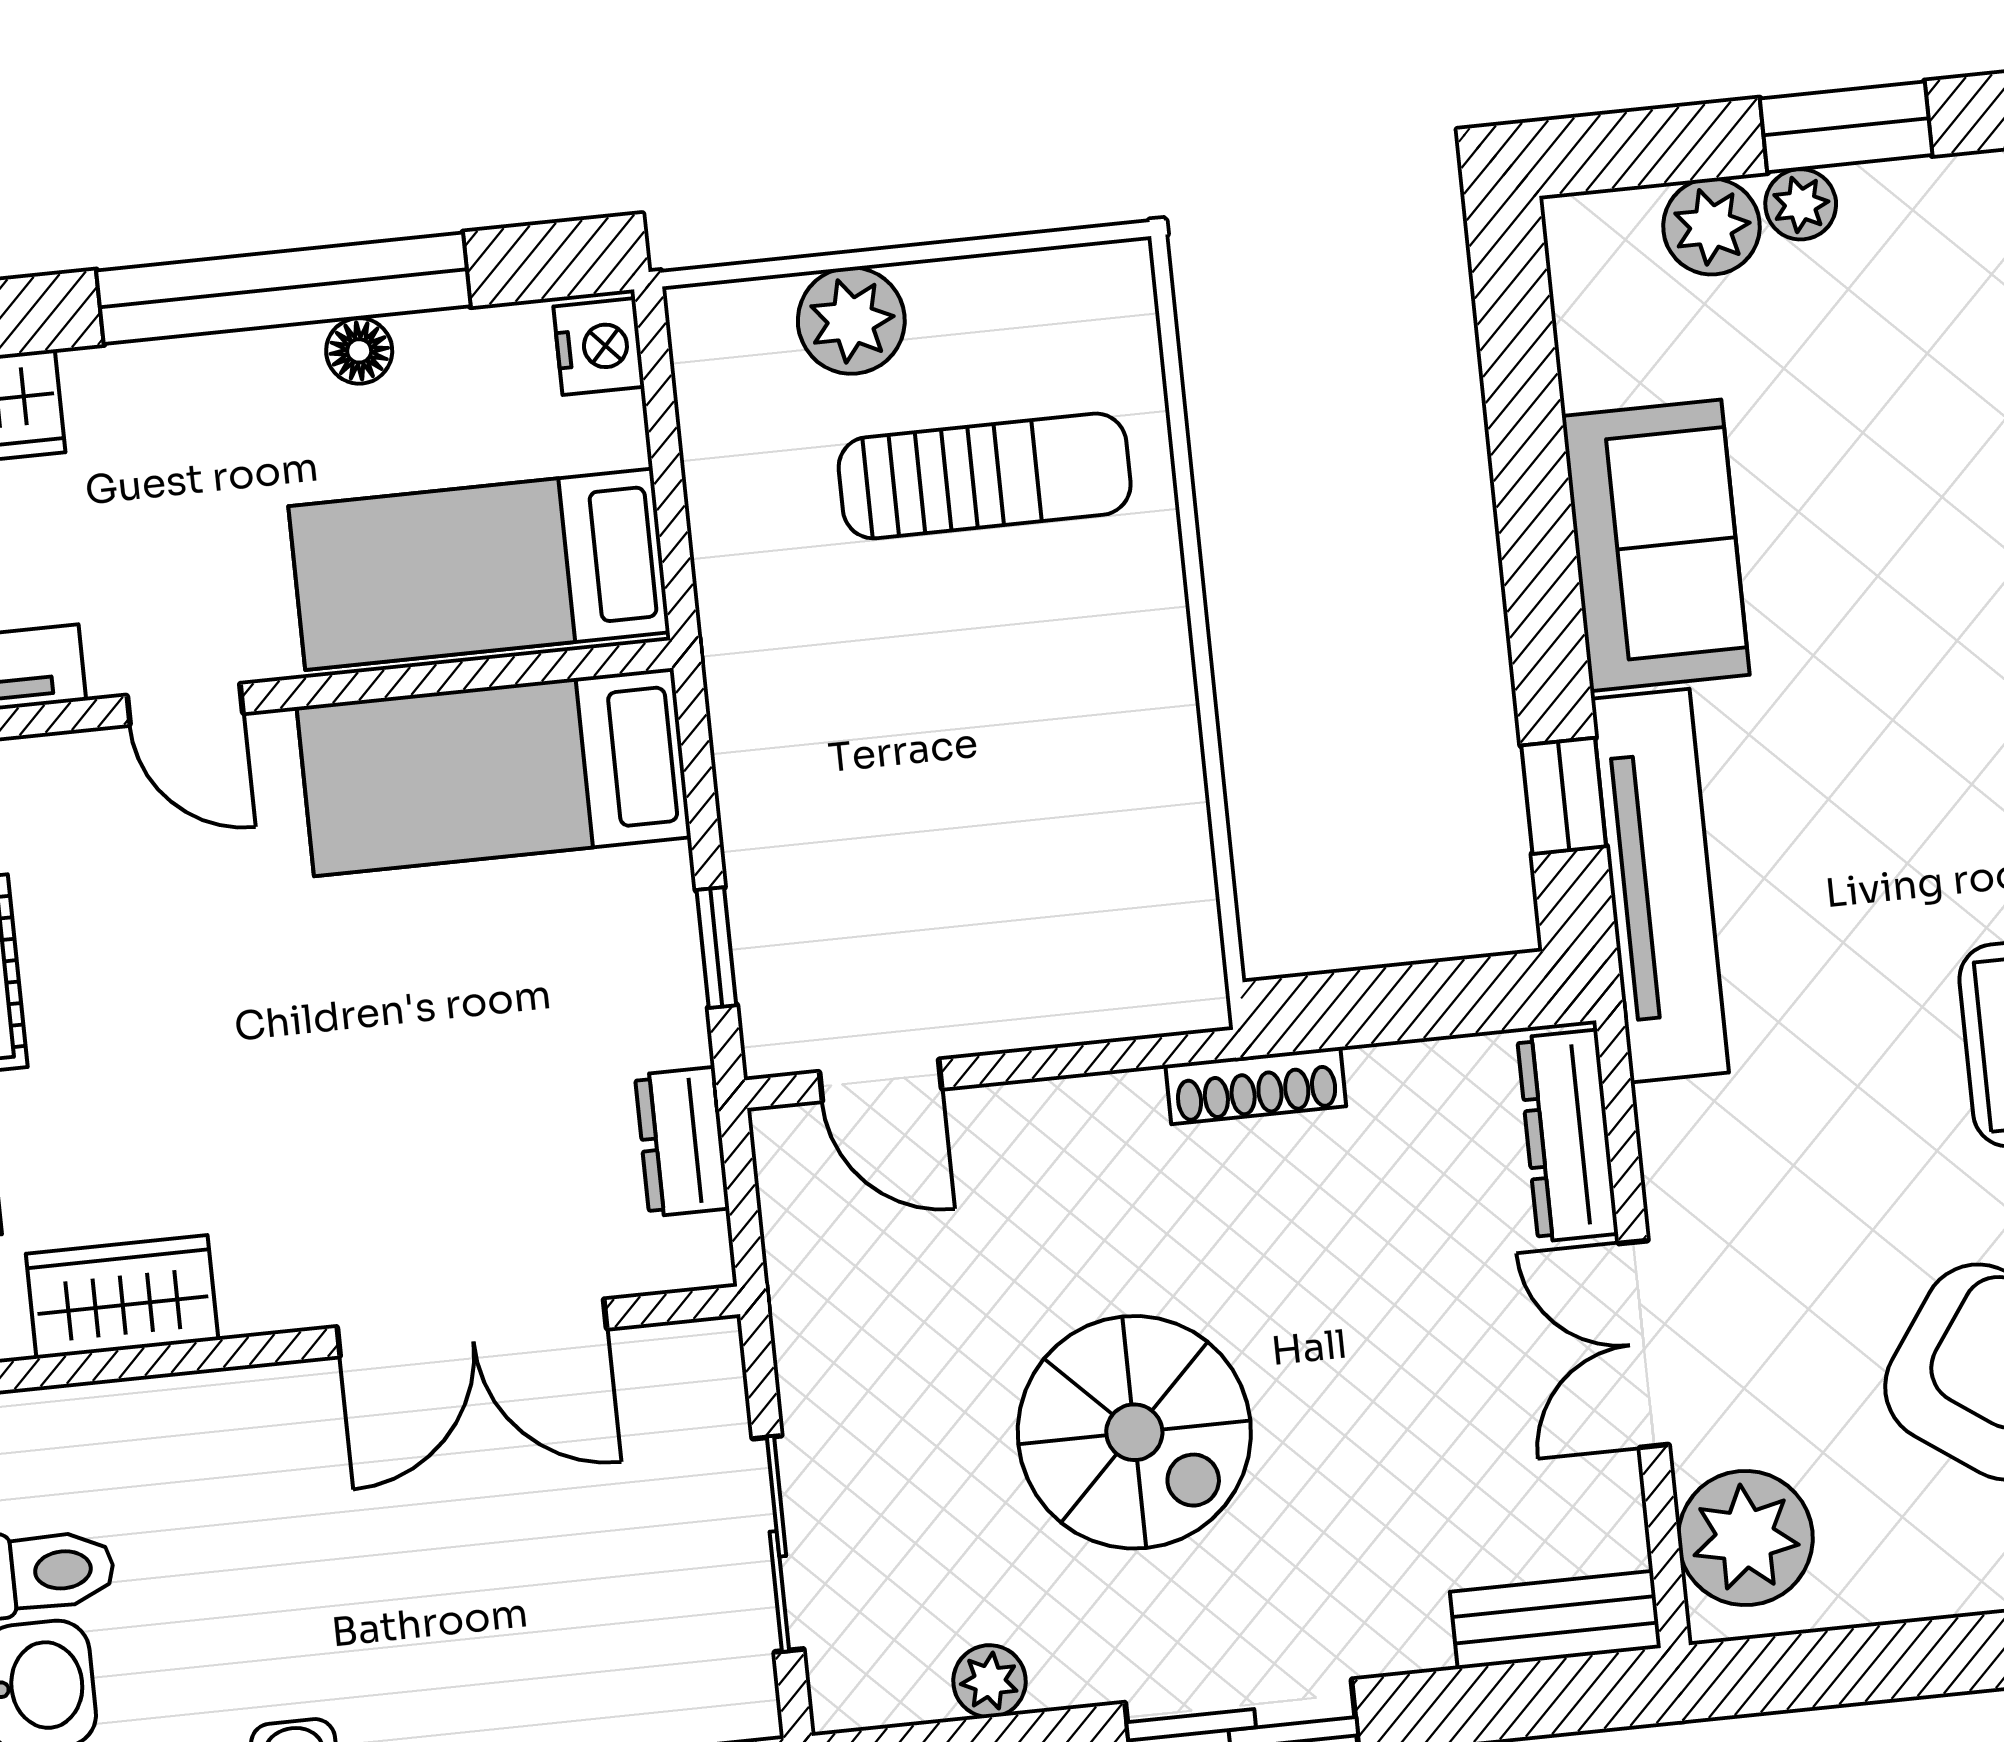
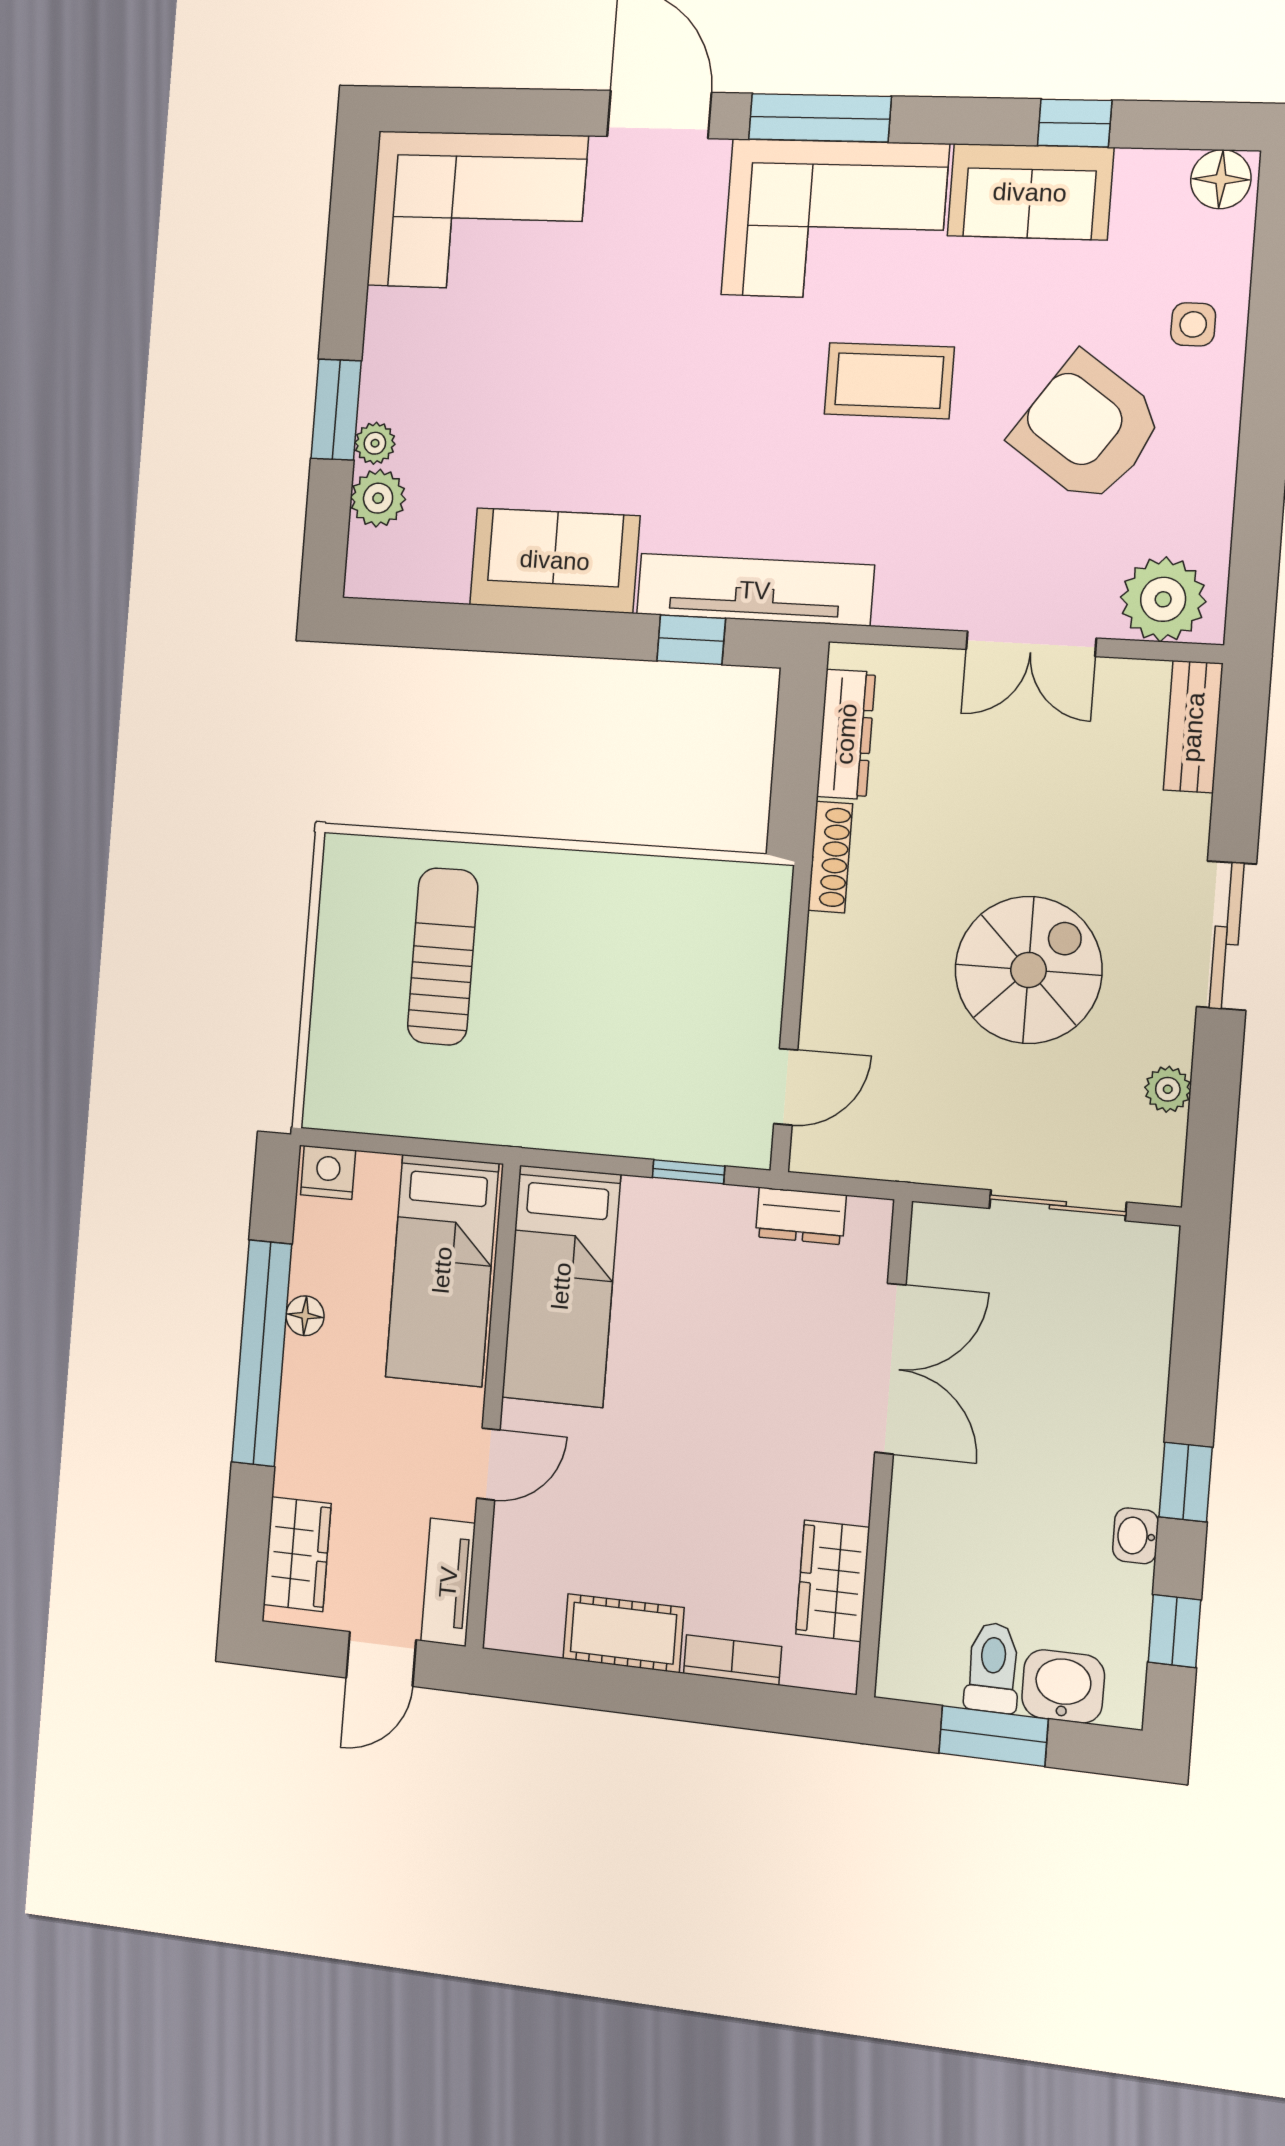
plant: (851, 321) -> (340, 1019), removed
dresser: (1568, 1136) -> (846, 734), moved, turned -90

